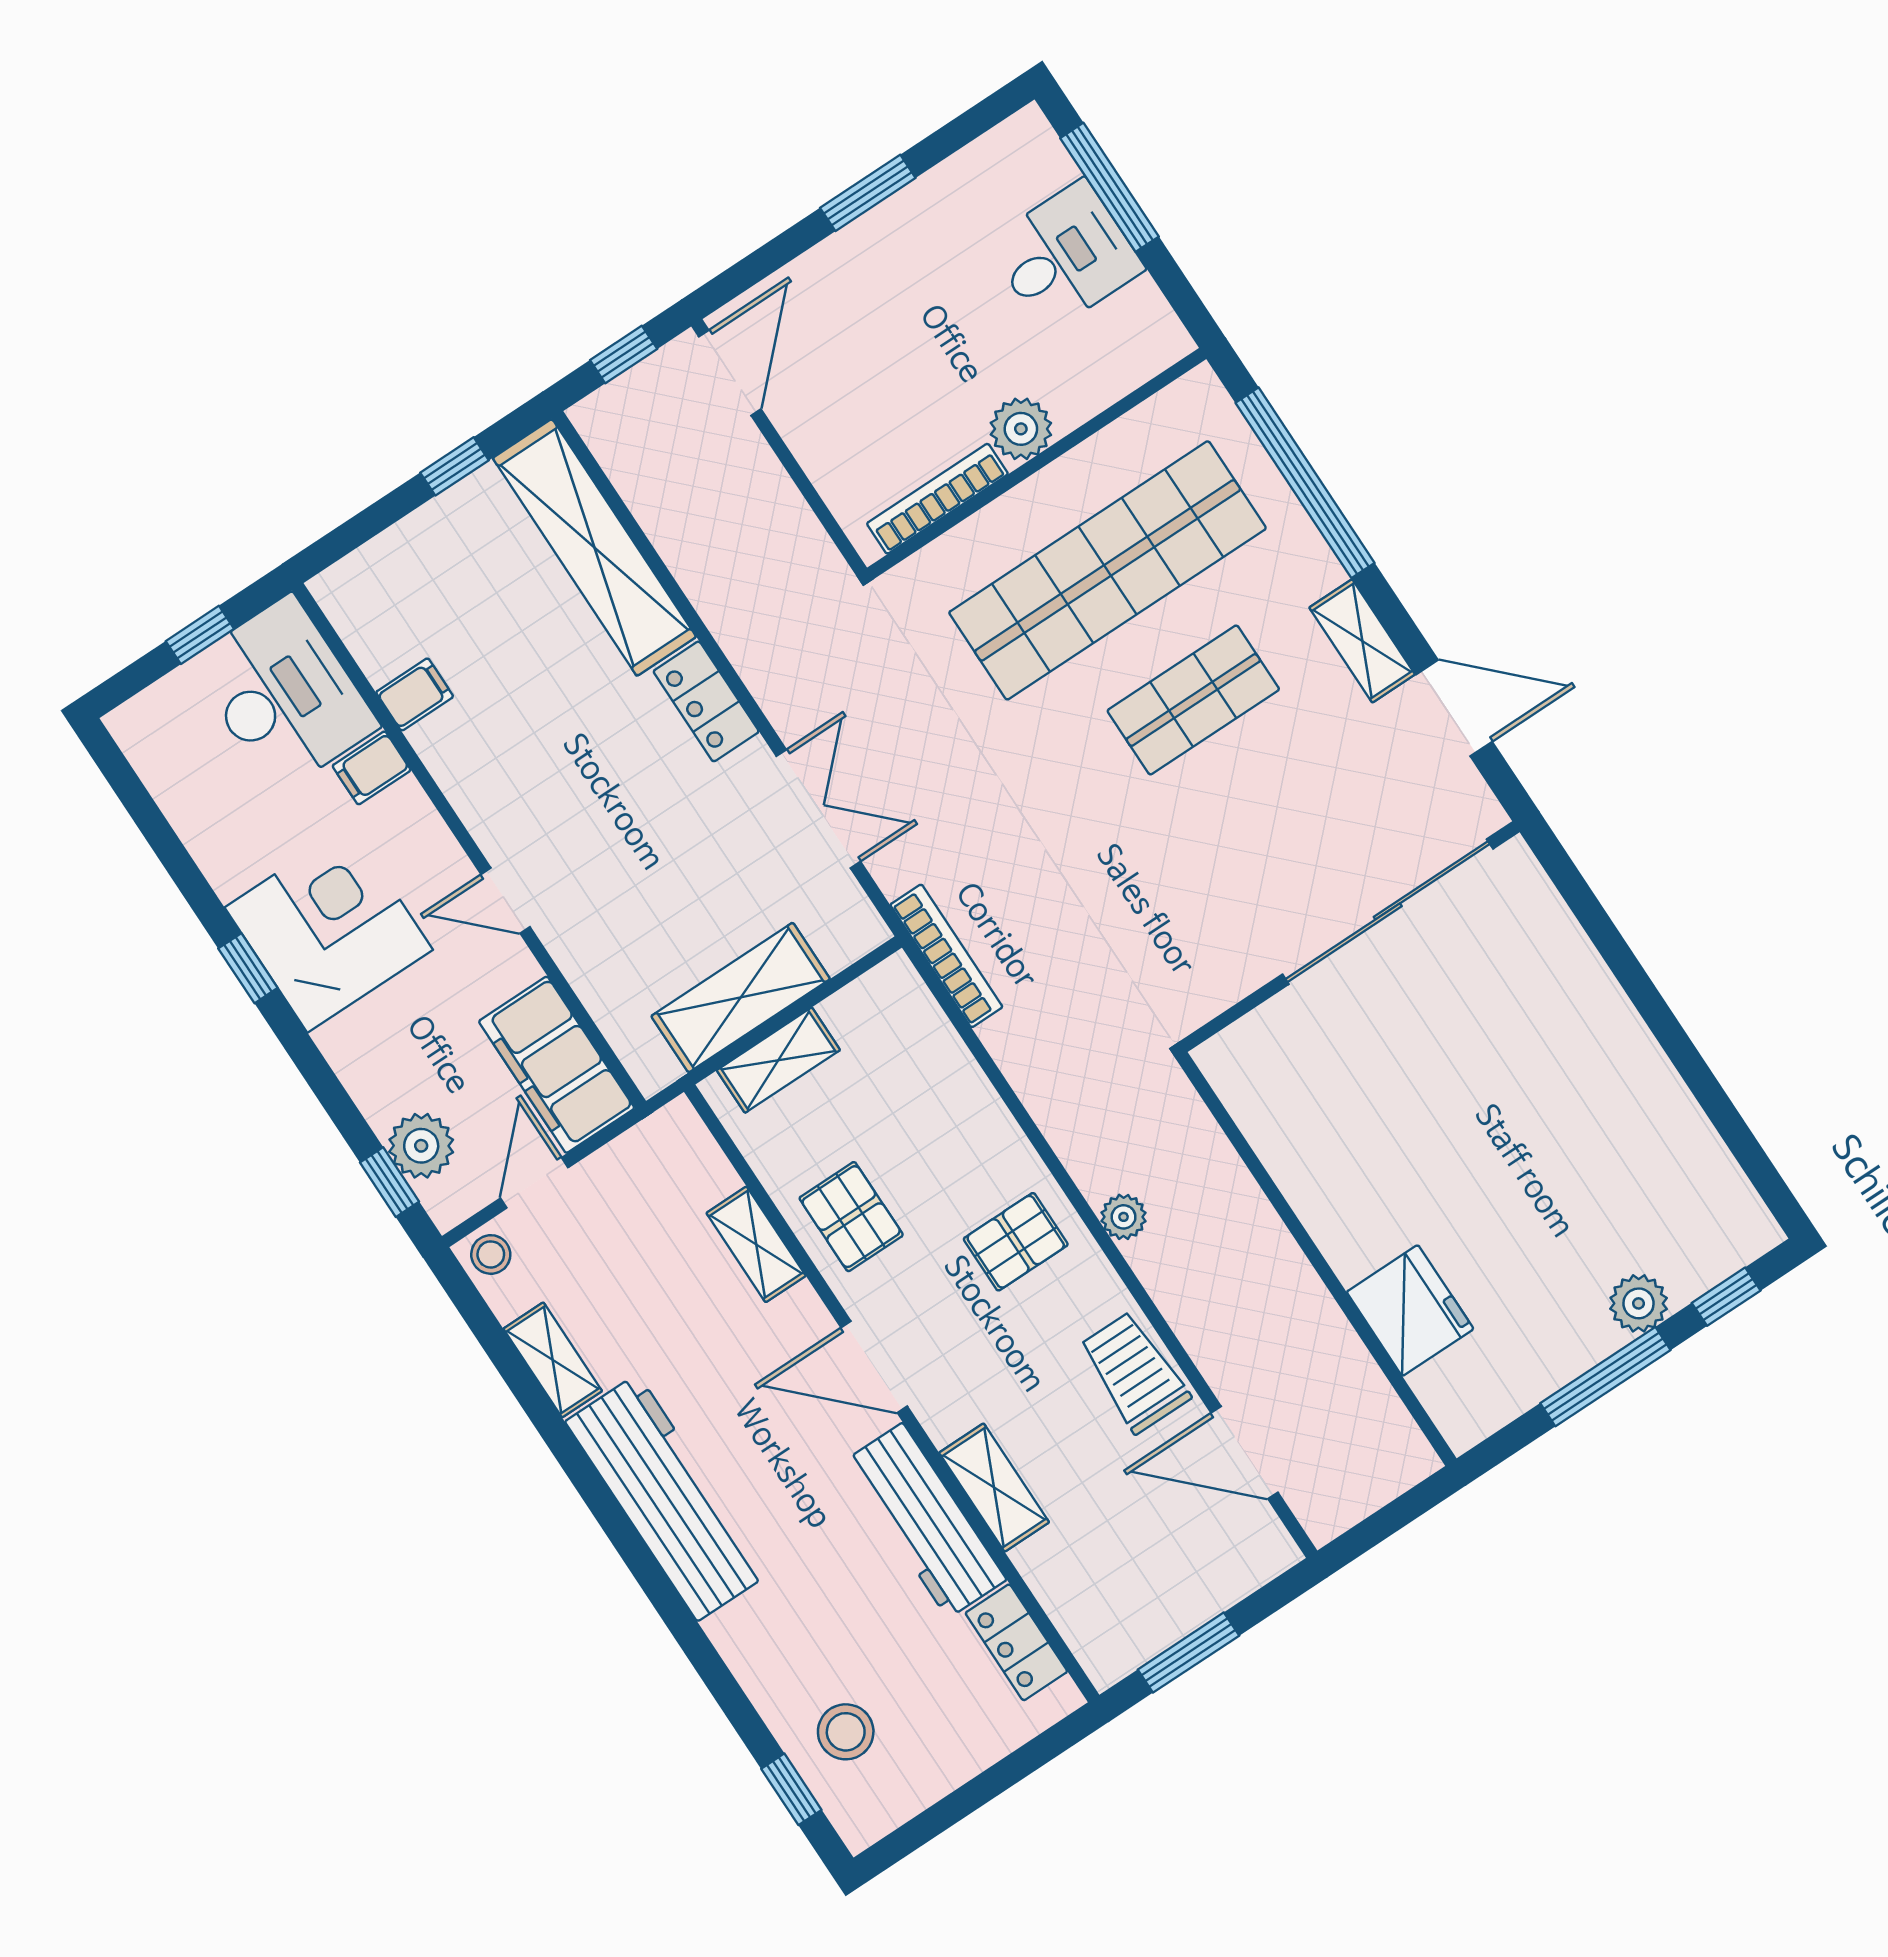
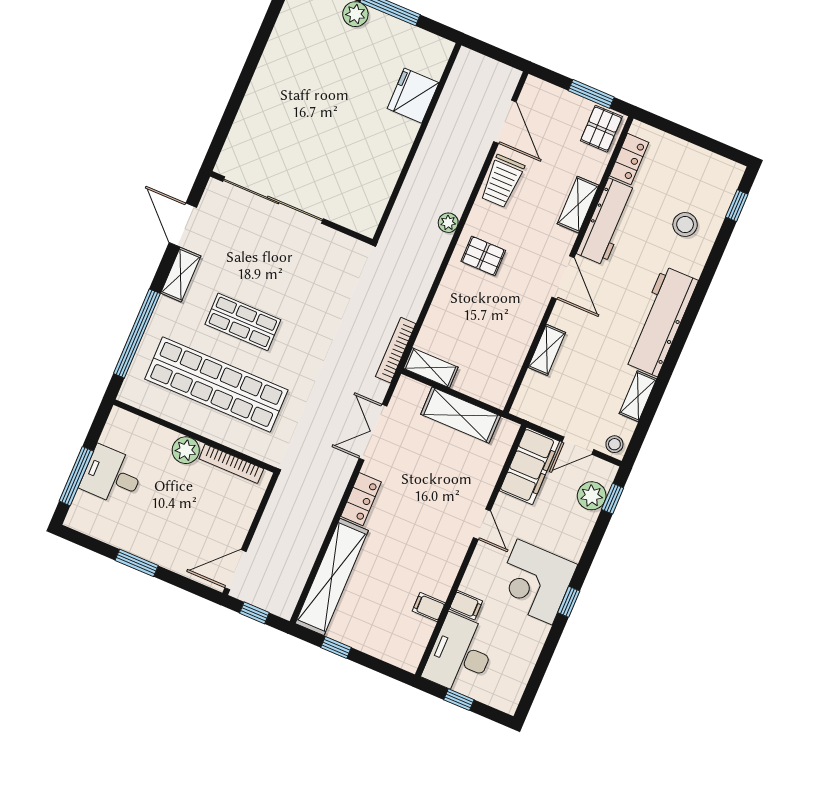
shelving: (778, 1060) -> (431, 368), moved
pallet: (851, 1217) -> (601, 129), moved
stool: (846, 1732) -> (685, 225), moved

